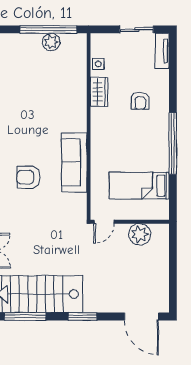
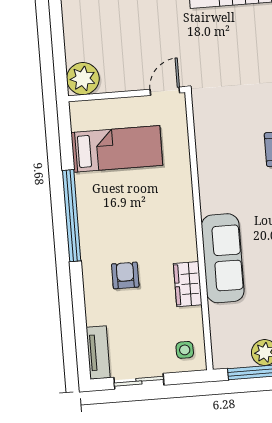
side table: (98, 64) -> (185, 350), moved
sofa: (74, 162) -> (223, 258), moved
plant: (140, 234) -> (83, 79), moved

